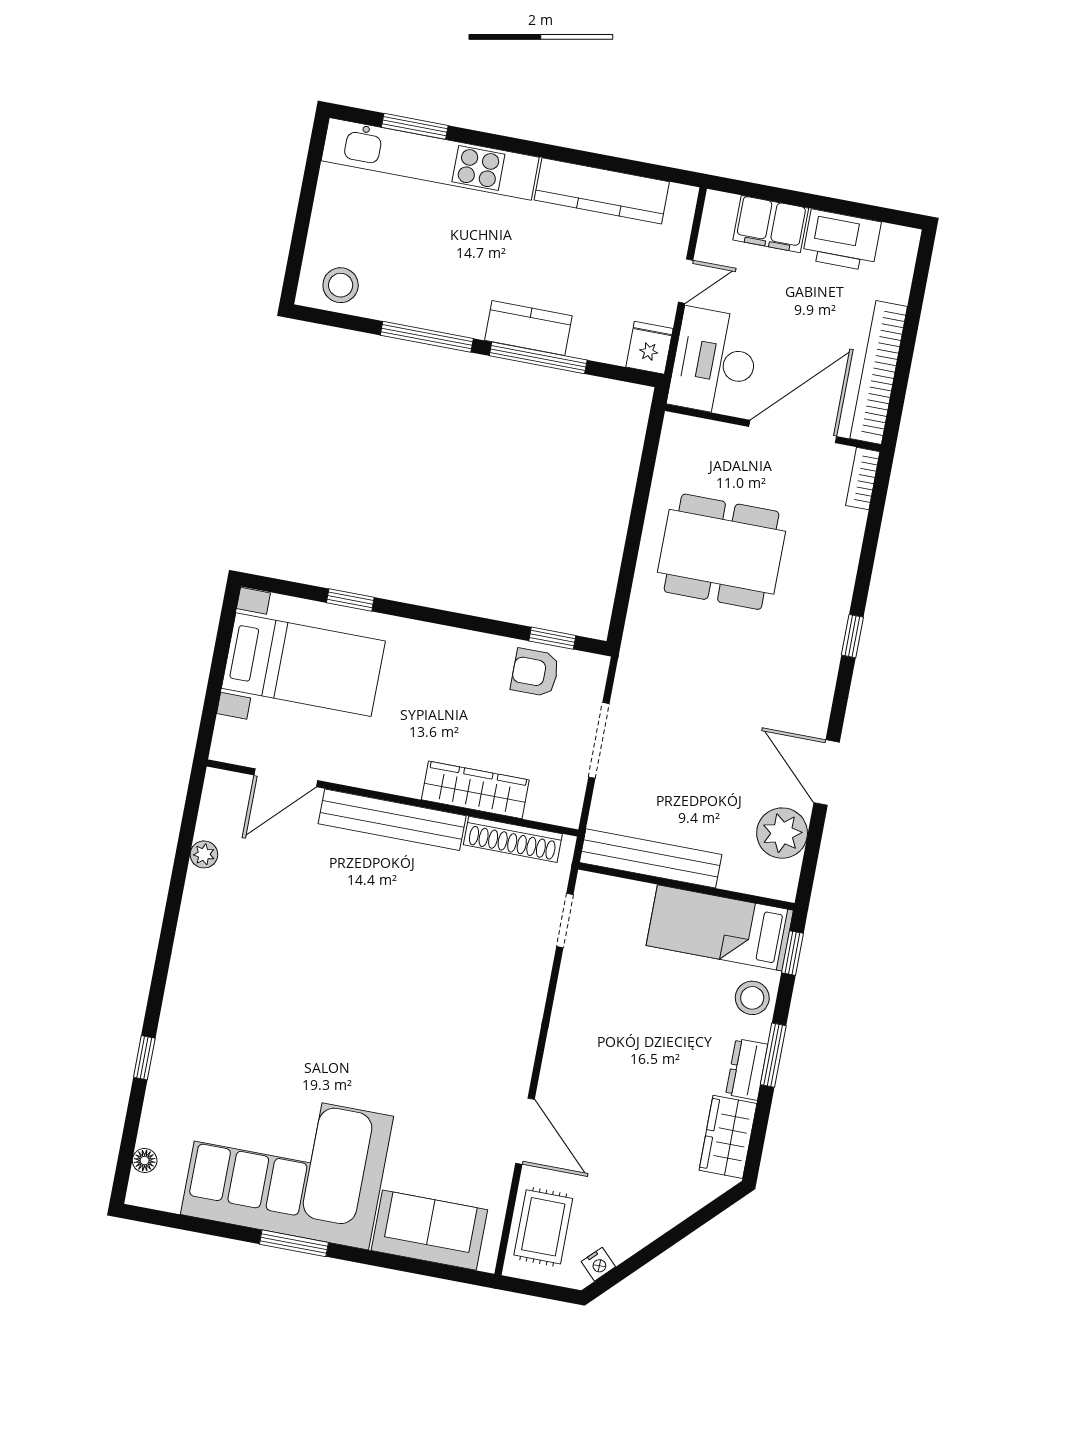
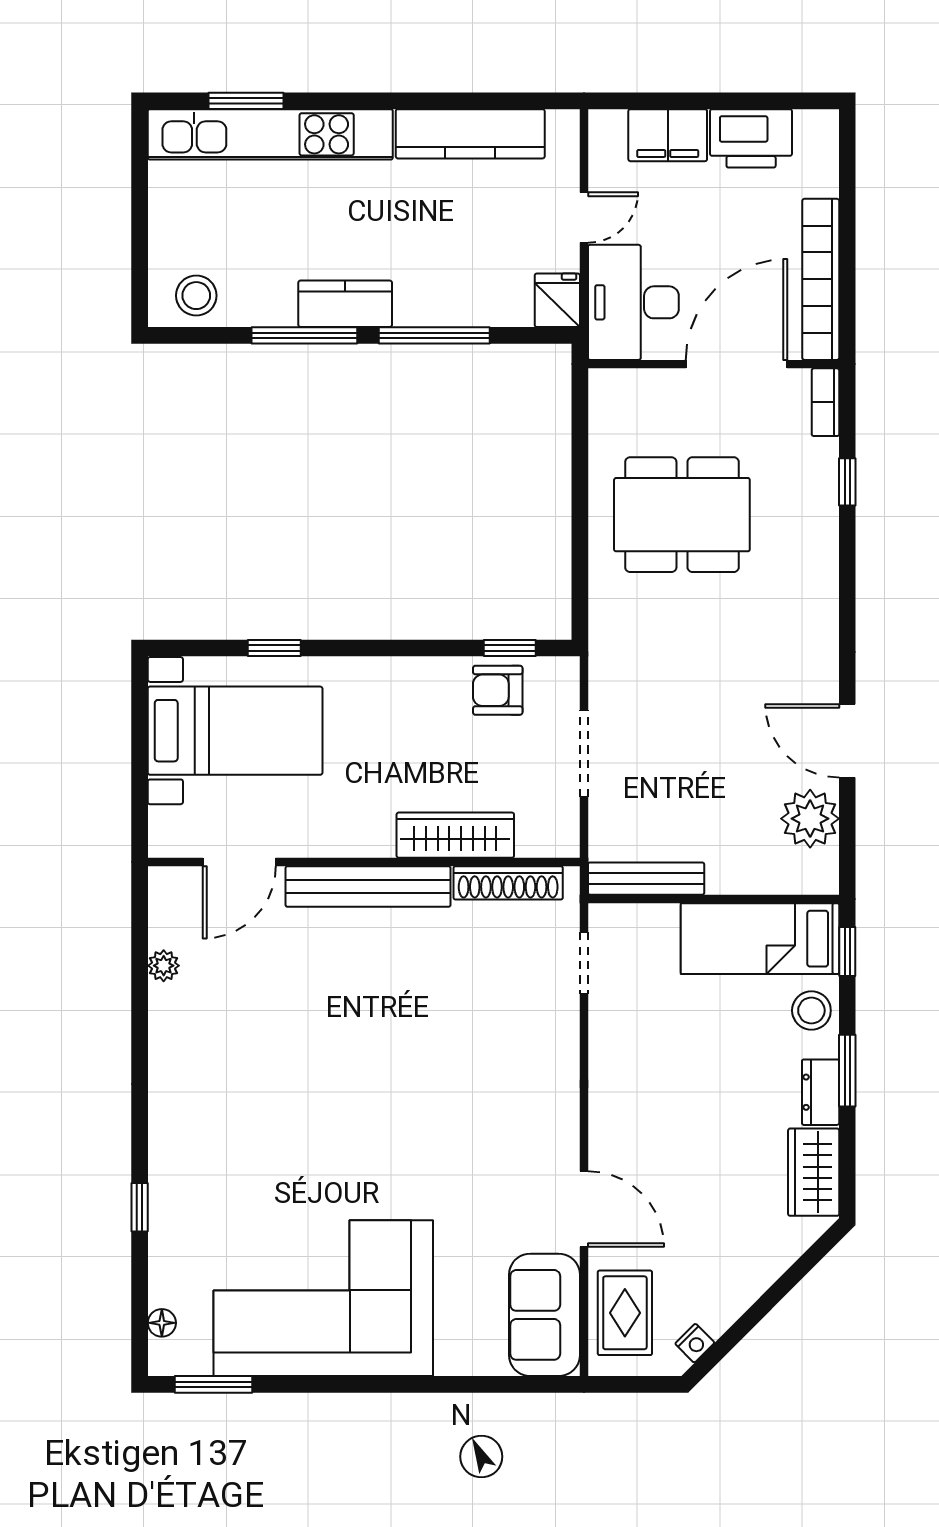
kitchen counter: (528, 328) -> (345, 304), moved
window: (852, 636) -> (847, 482), moved
bench: (651, 858) -> (646, 879), width x0.73, depth x0.82
sofa: (429, 1230) -> (544, 1315), moved, turned -90
window: (294, 1243) -> (214, 1384), moved

